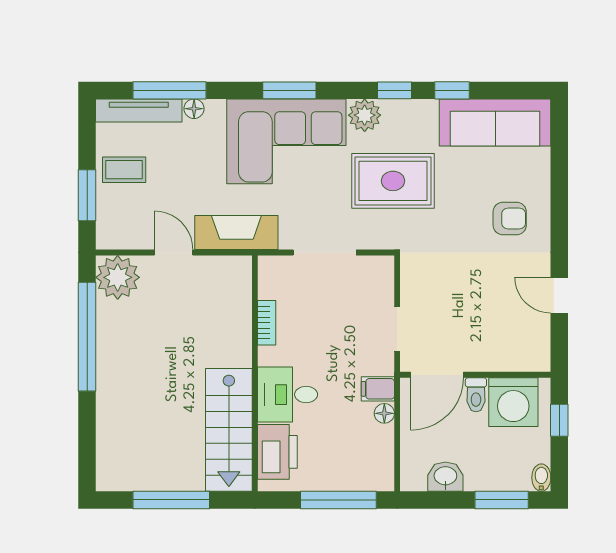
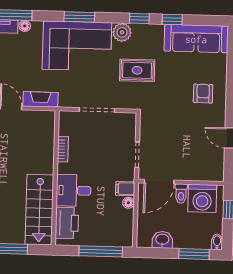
rug: (393, 181) -> (137, 70), width x0.73, depth x0.70
armchair: (510, 219) -> (203, 94), turned -90
fireplace: (236, 233) -> (40, 99), width x0.73, depth x0.76

